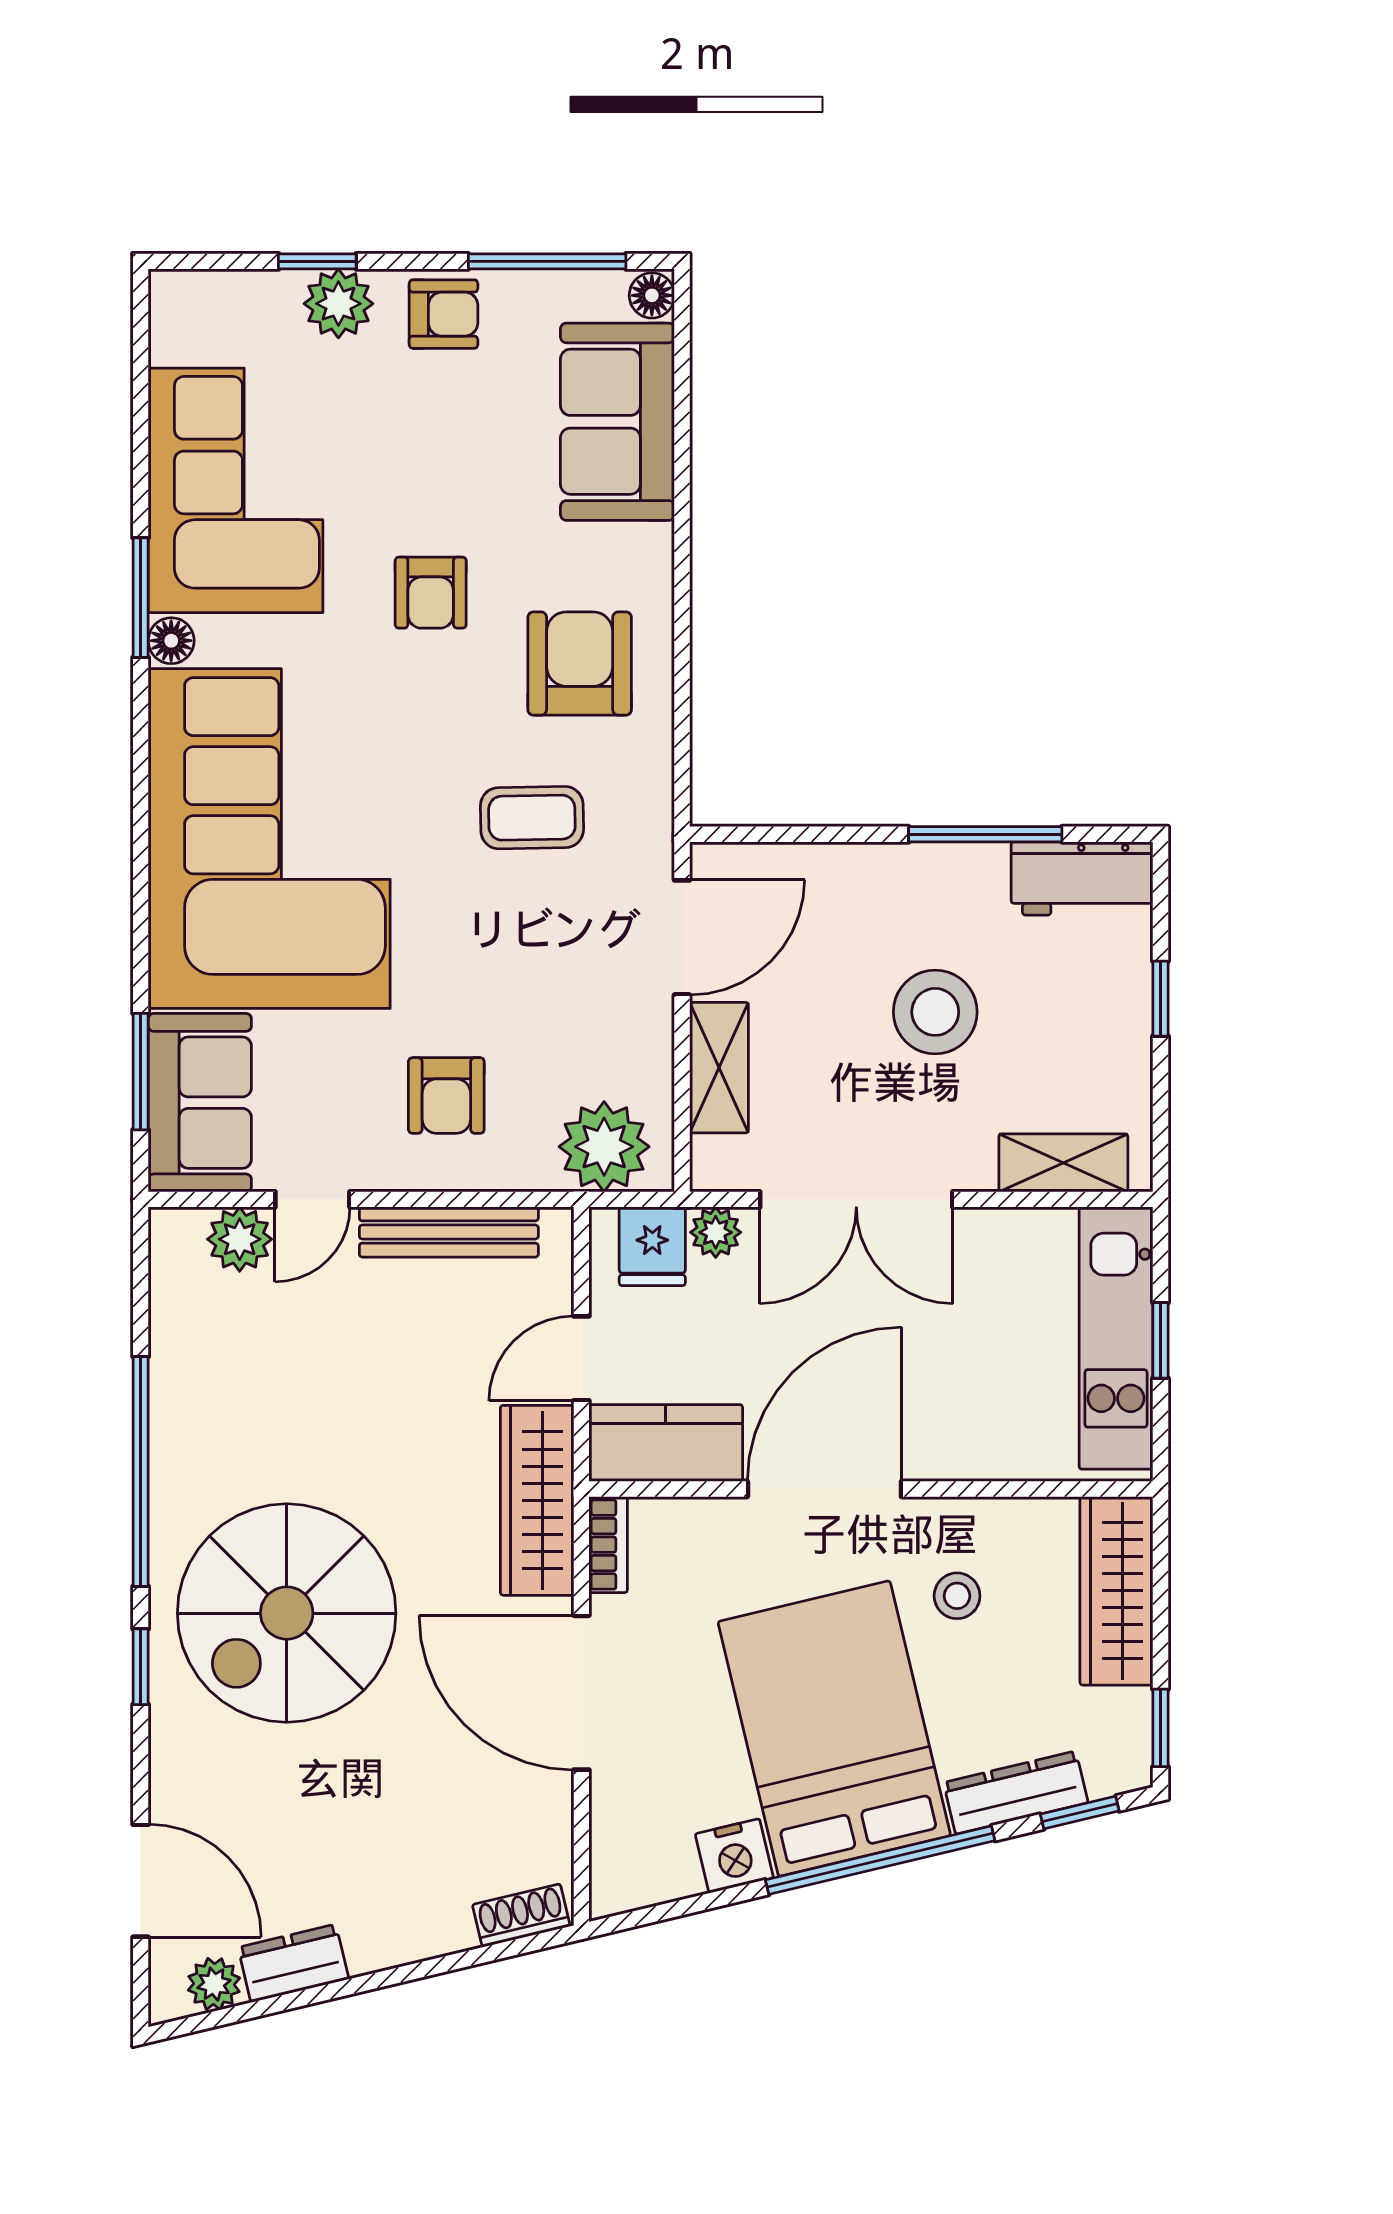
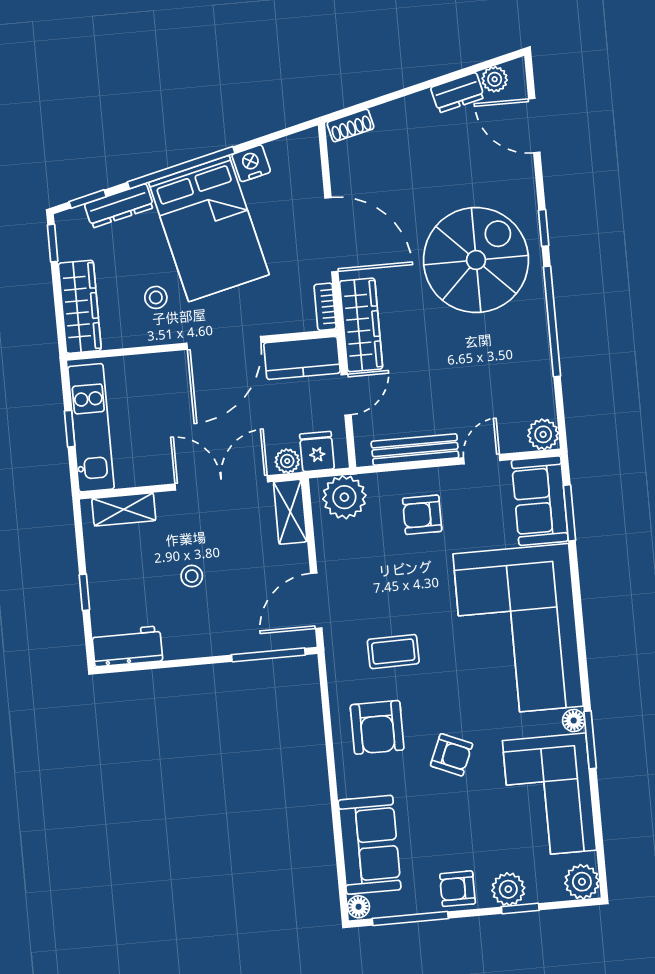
plant: (184, 305) -> (582, 882), added
armchair: (431, 593) -> (452, 755), turned 113
window: (985, 834) -> (268, 655), moved
stool: (935, 1012) -> (192, 576), width x0.53, depth x0.53
shelving: (719, 1068) -> (290, 512), moved
armchair: (446, 1095) -> (422, 515), turned -90
plant: (240, 1239) -> (543, 434), moved

